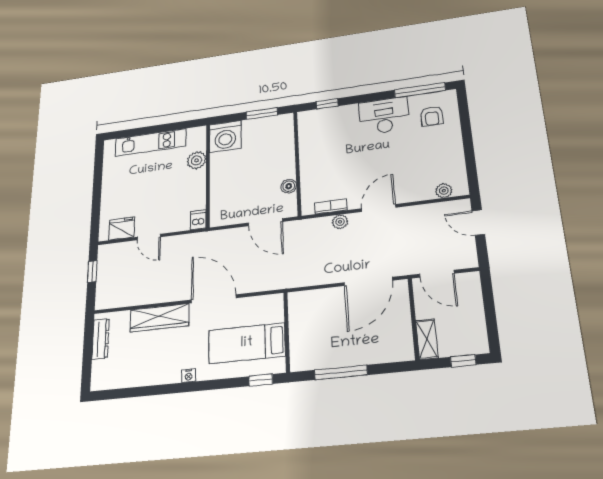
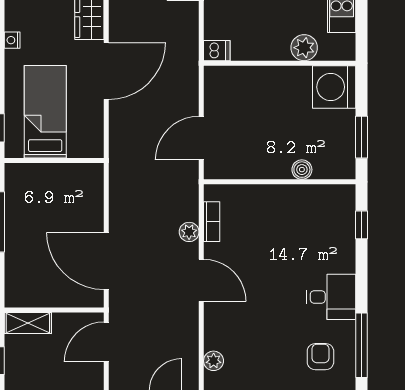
desk: (384, 116) -> (331, 297), width x0.73
armchair: (432, 116) -> (320, 357), turned 90
boiler: (289, 186) -> (302, 170), moved

